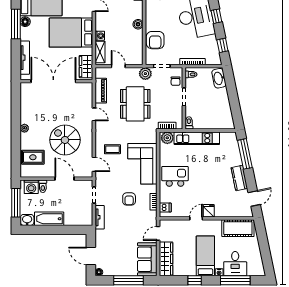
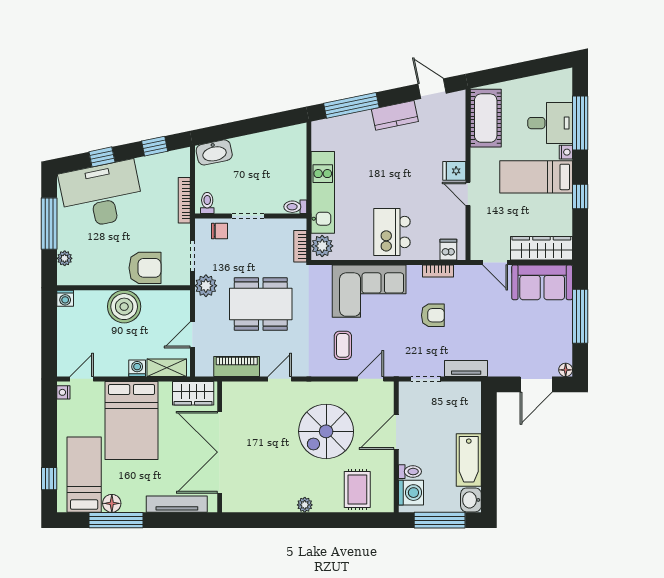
boiler: (138, 24) -> (124, 307), width x1.86, depth x1.86

